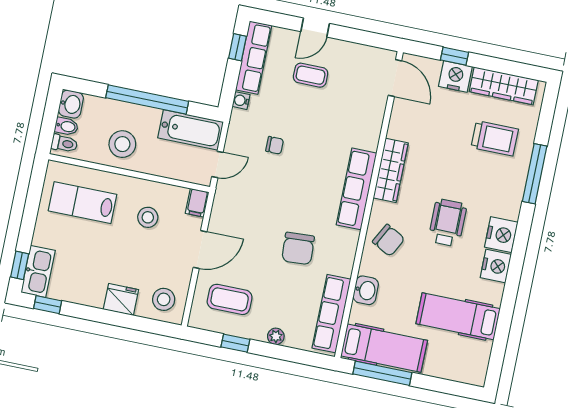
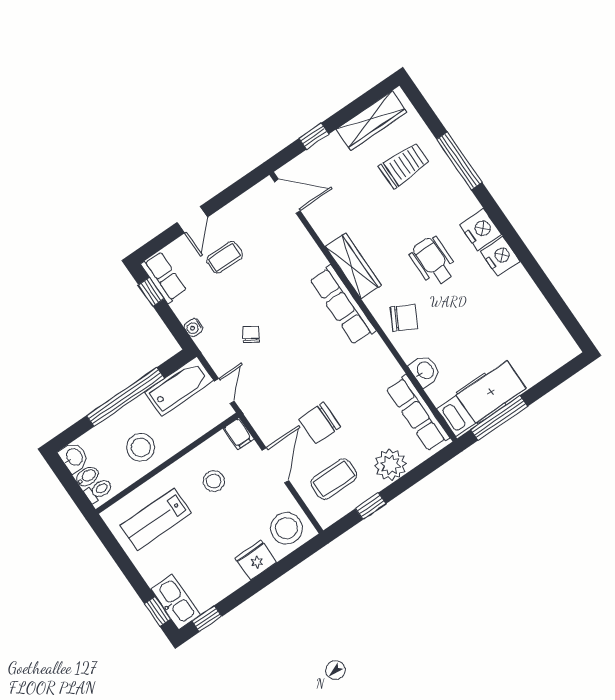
row of seats: (254, 58) -> (164, 277), width x0.68
nightstand: (455, 76) -> (330, 150), removed
chair: (275, 145) -> (251, 335), turned -57
chair: (298, 248) -> (320, 423), moved, turned 93
stool: (164, 299) -> (286, 528), width x1.38, depth x1.38
hospital bed: (458, 316) -> (511, 320), removed
plant: (276, 336) -> (390, 465), width x1.88, depth x1.88

